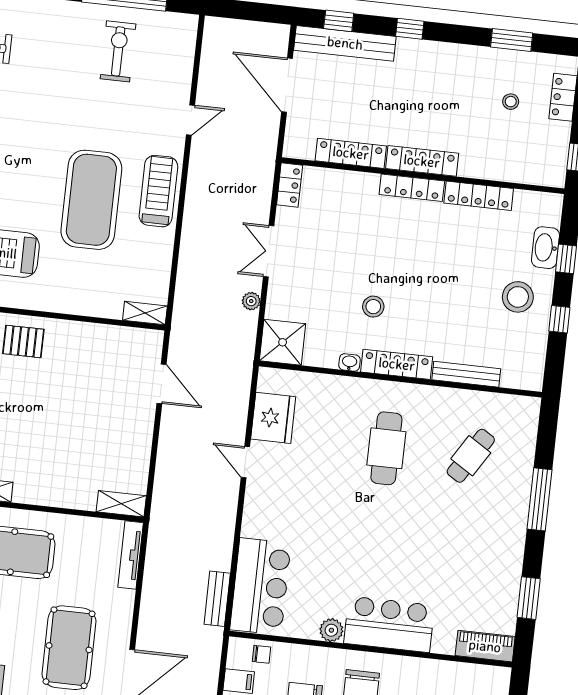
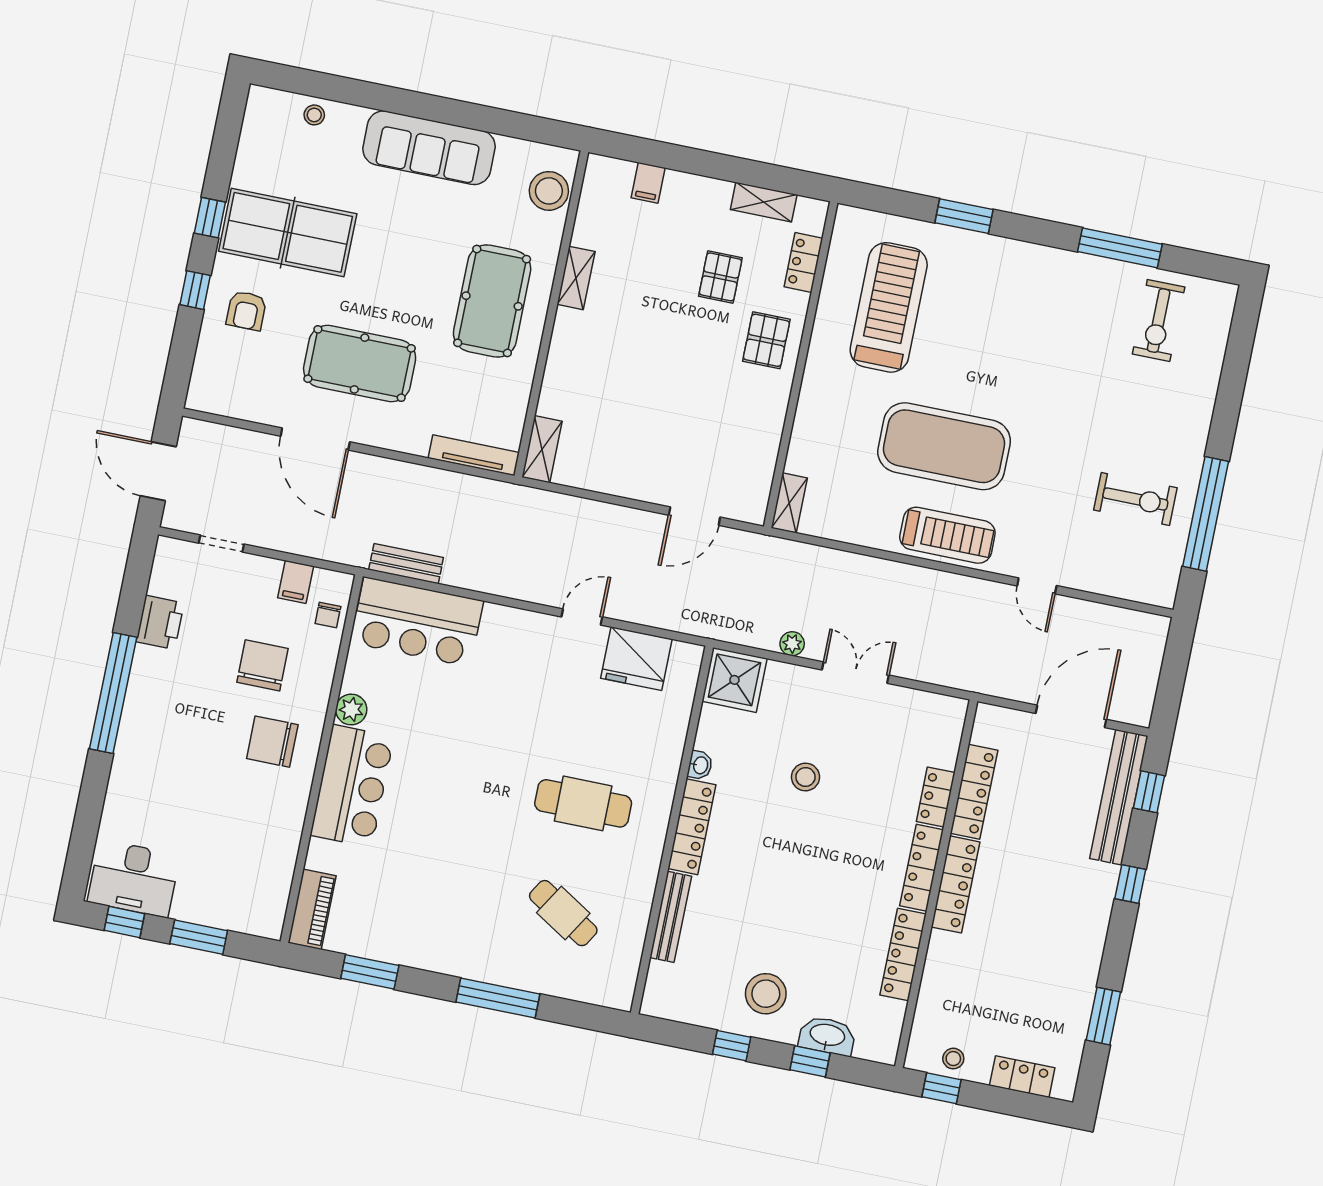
stool: (511, 102) -> (953, 1059), moved
locker: (290, 185) -> (936, 797), moved, turned 90
stool: (373, 307) -> (805, 777), moved

